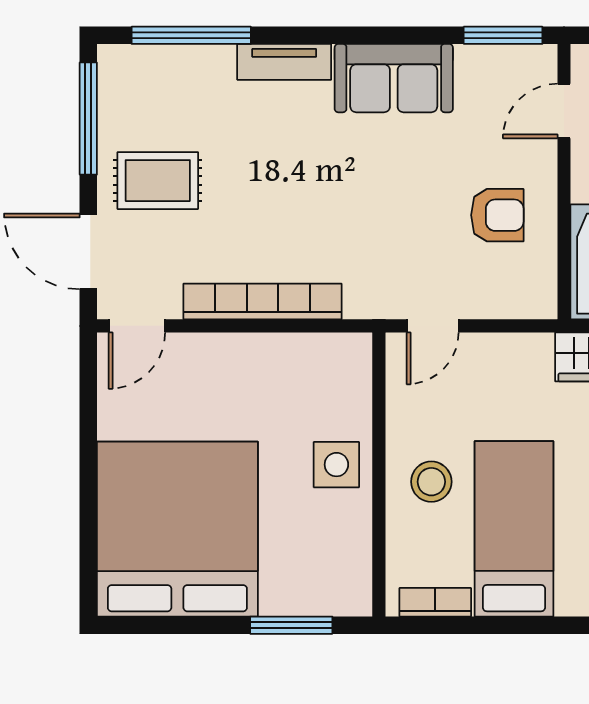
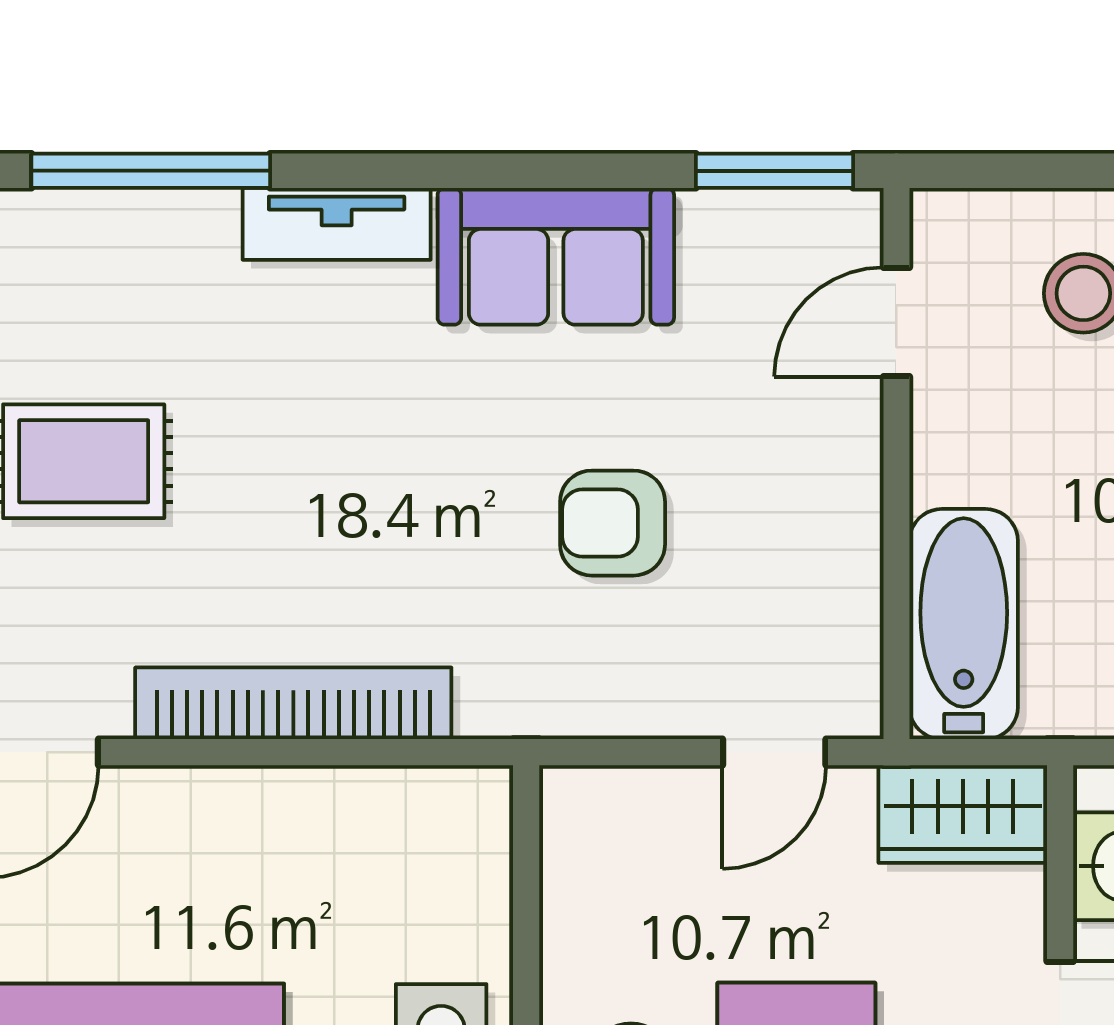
armchair: (497, 215) -> (613, 523), moved, turned 180
door: (433, 326) -> (774, 752), moved

